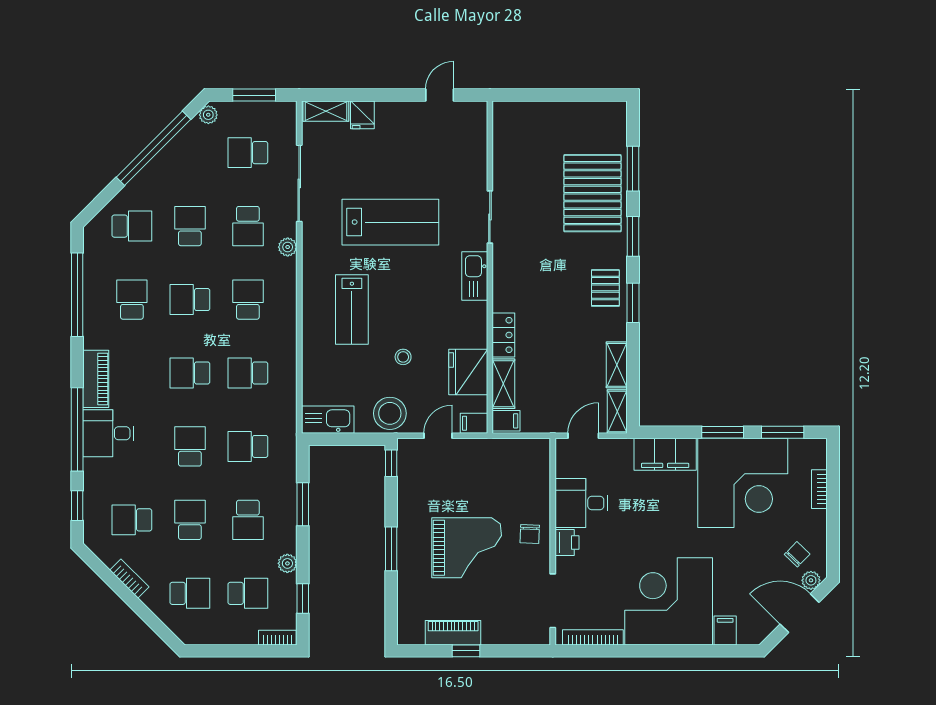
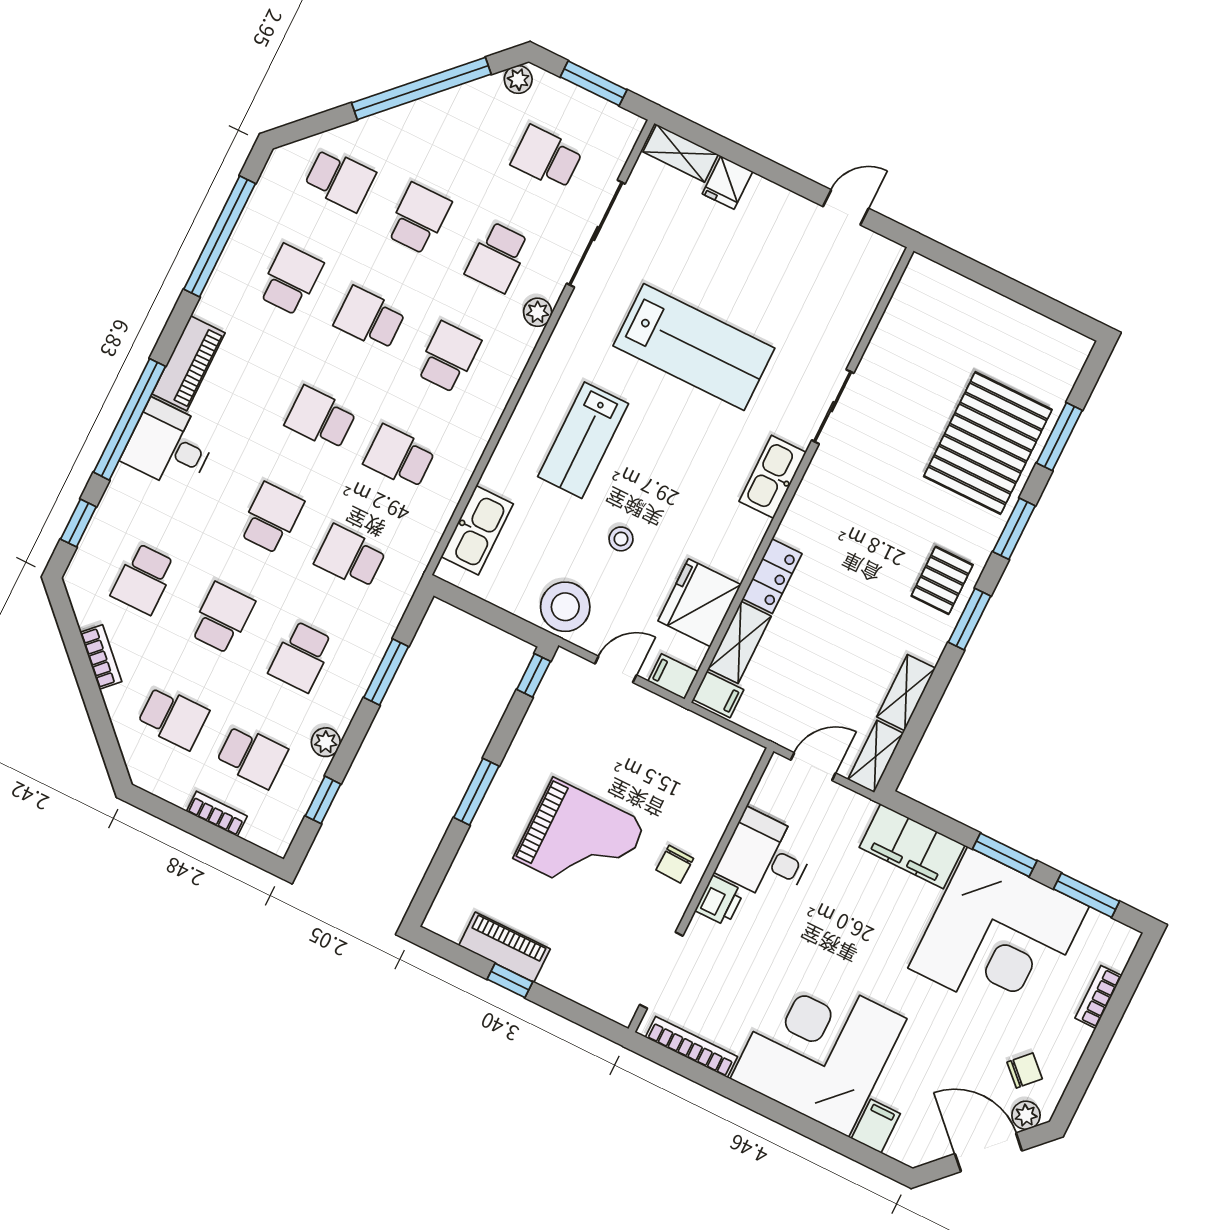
kitchen sink: (328, 420) -> (477, 530), moved, turned 90
school desk: (132, 520) -> (143, 579), turned -90
bookcase: (277, 638) -> (217, 814), moved

